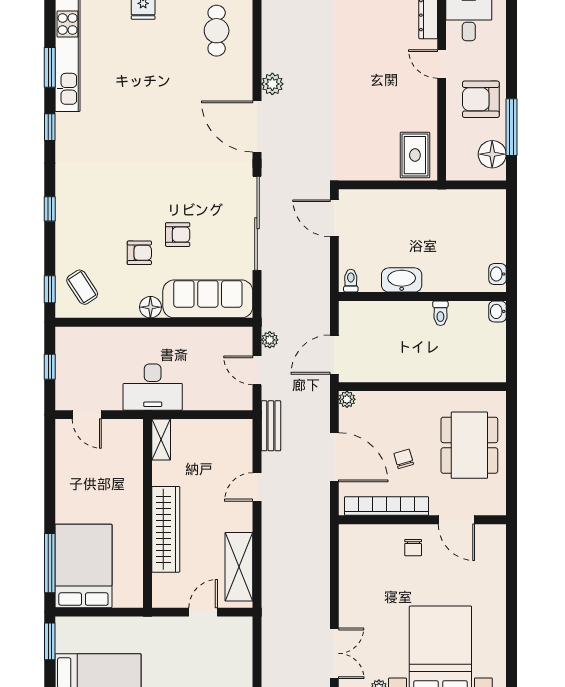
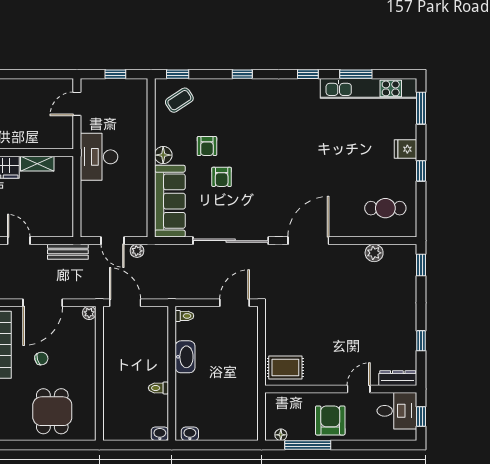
plant: (272, 84) -> (374, 253), moved
floor lamp: (492, 154) -> (281, 435), width x0.53, depth x0.53
door: (257, 370) -> (112, 241), swing flipped
shelving: (161, 440) -> (37, 164), moved
dining table: (469, 445) -> (52, 411), width x0.73

